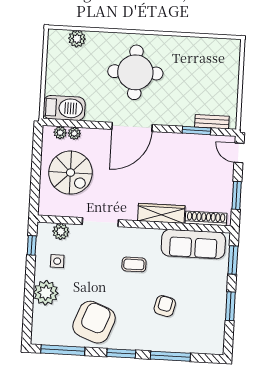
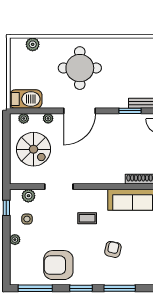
plant: (74, 133) -> (48, 118), moved
wardrobe: (161, 213) -> (106, 177), removed
plant: (46, 293) -> (15, 240), width x0.53, depth x0.53
armchair: (94, 322) -> (58, 265), turned -111

